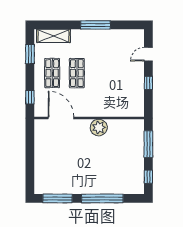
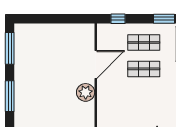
door: (61, 118) -> (96, 64), moved
window: (102, 198) -> (10, 96), width x0.68

